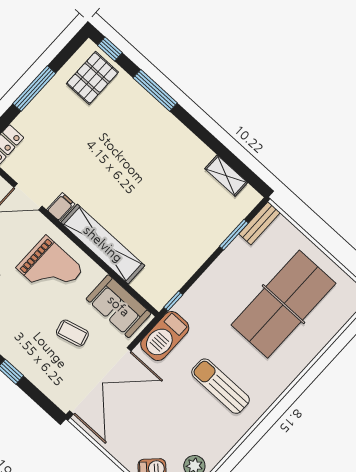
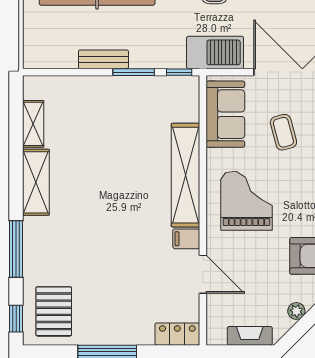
pallet: (92, 78) -> (54, 311), turned 90
shelving: (187, 143) -> (36, 182), added
bench: (260, 223) -> (103, 59), moved
window: (234, 235) -> (134, 72), moved

